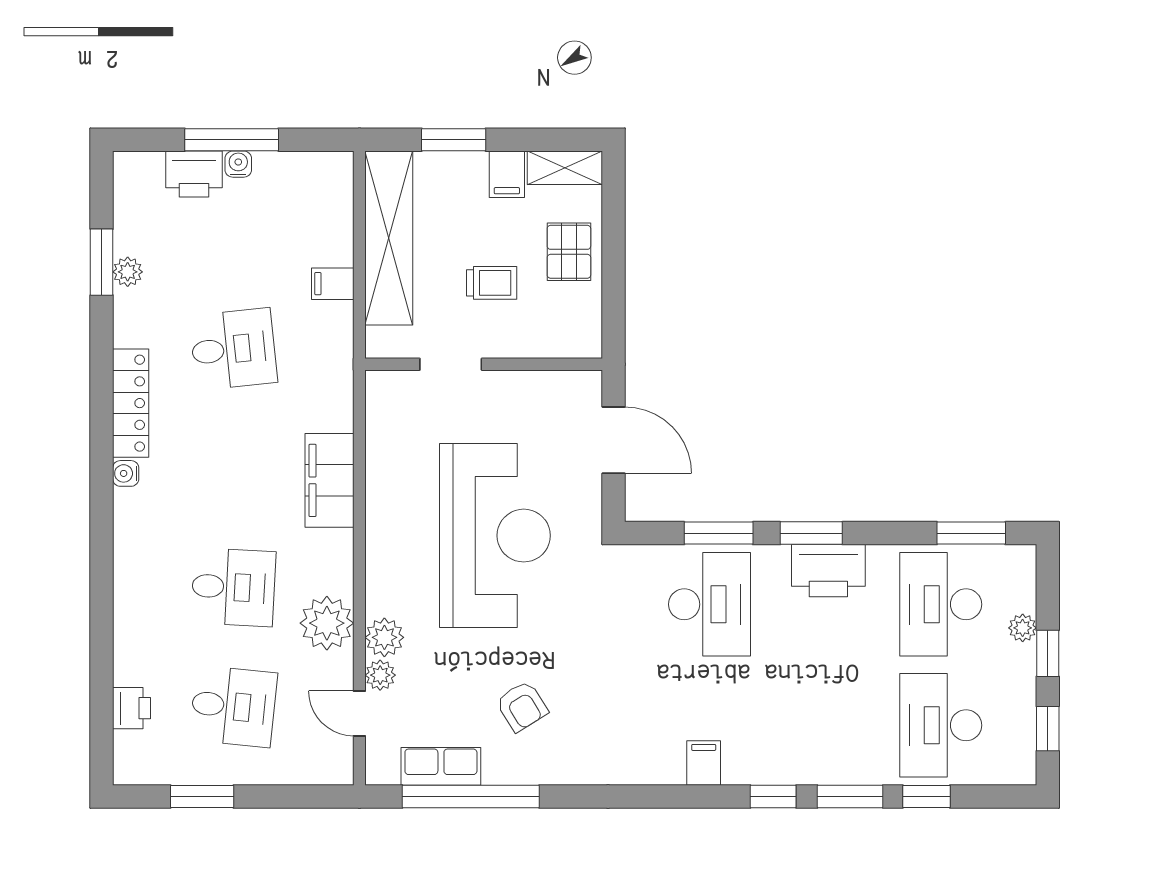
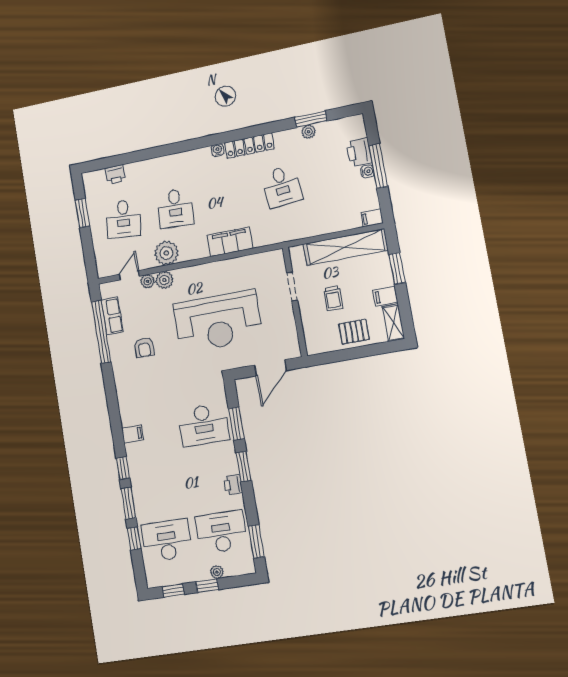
filing cabinet: (333, 284) -> (372, 218), moved, turned -90
printer: (828, 571) -> (233, 485), width x0.53, depth x0.68
armchair: (522, 706) -> (144, 347), turned -58

